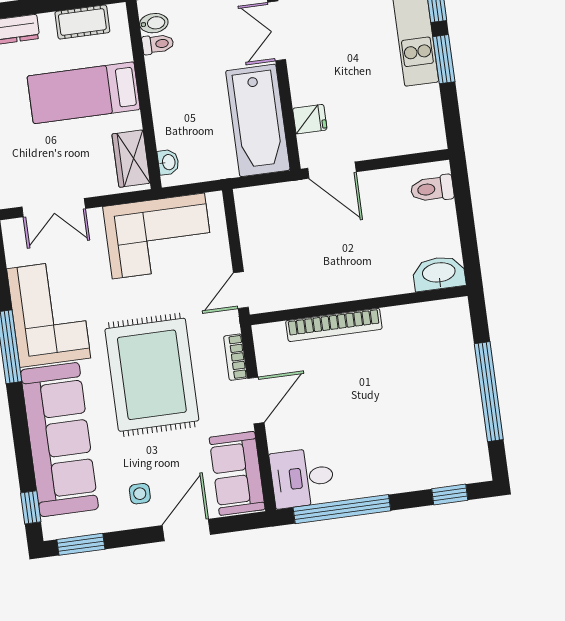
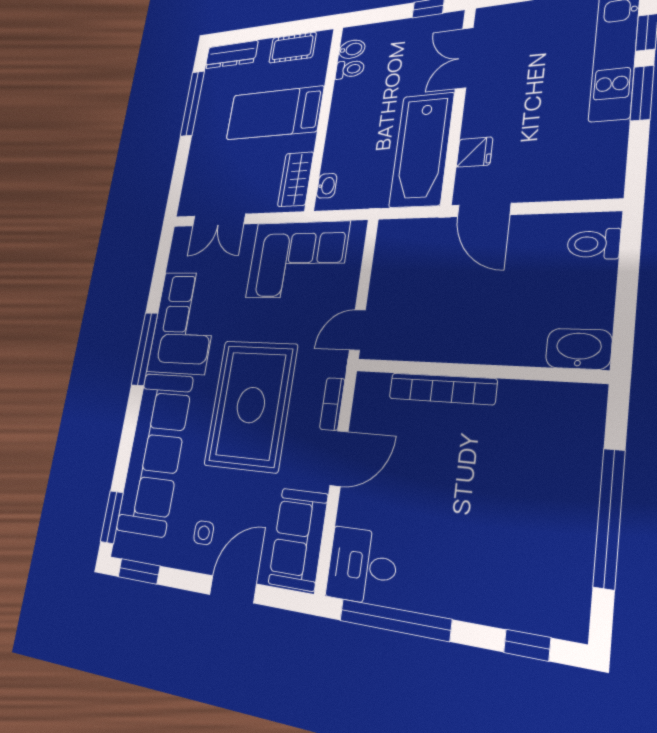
window: (31, 507) -> (112, 517), width x1.50

